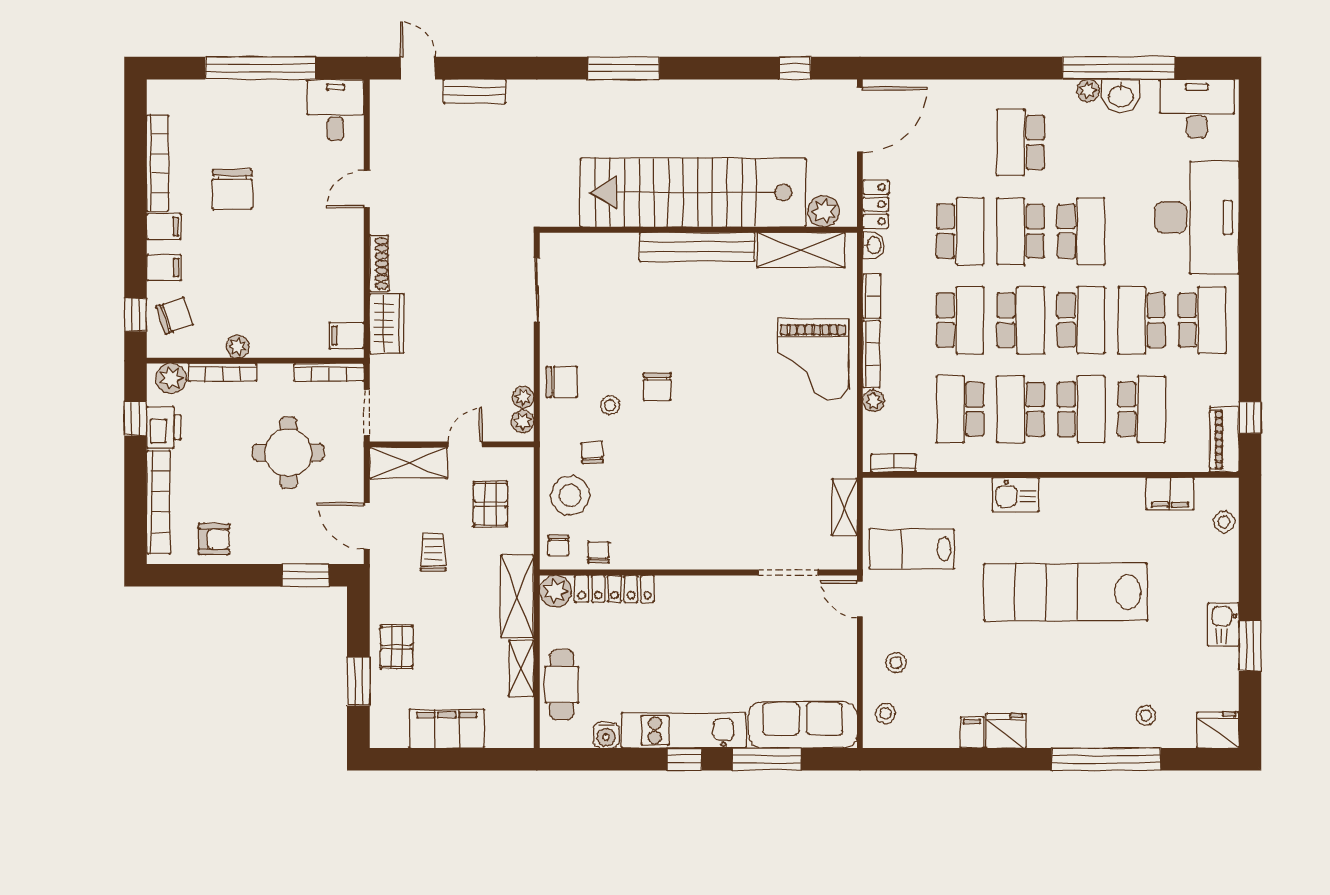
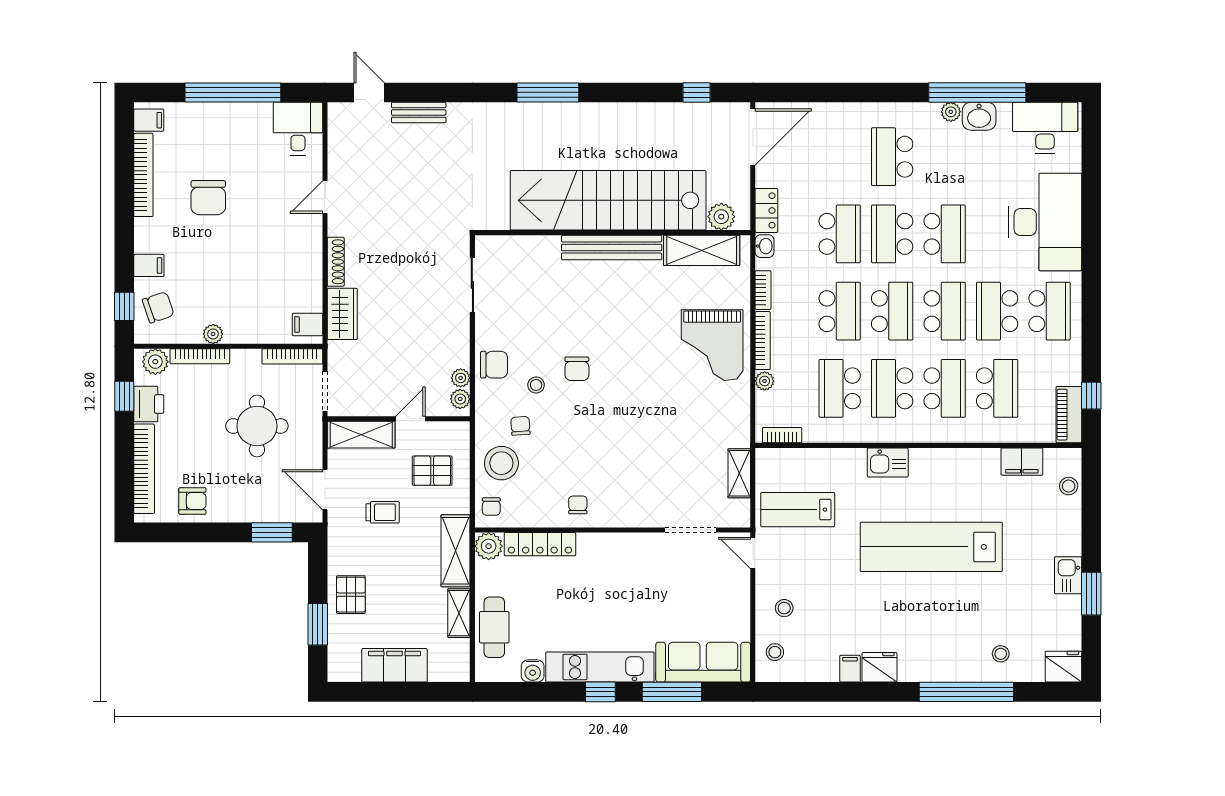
filing cabinet: (164, 226) -> (149, 120), moved
pallet: (490, 504) -> (432, 471), turned 90
trolley: (433, 552) -> (383, 512), turned 90
chair: (599, 552) -> (578, 505), moved

